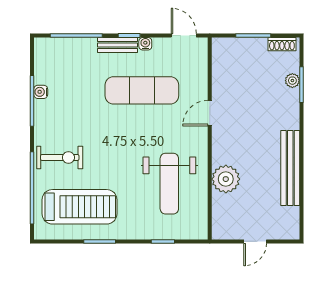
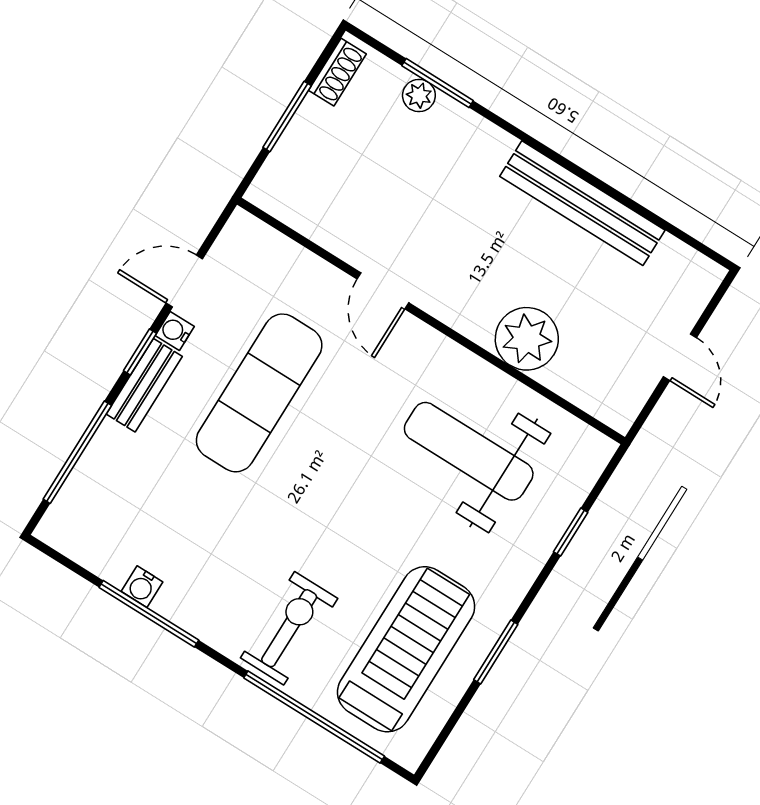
door: (184, 36) -> (184, 281), moved
weight bench: (169, 184) -> (469, 451), turned 180

